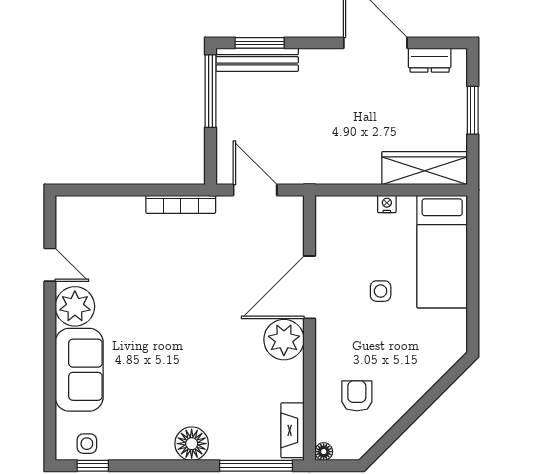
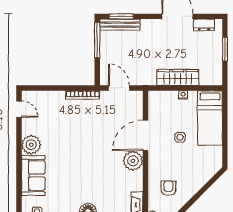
wardrobe: (425, 168) -> (178, 77), moved
door: (50, 265) -> (19, 109), moved

